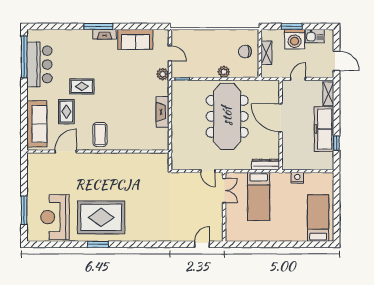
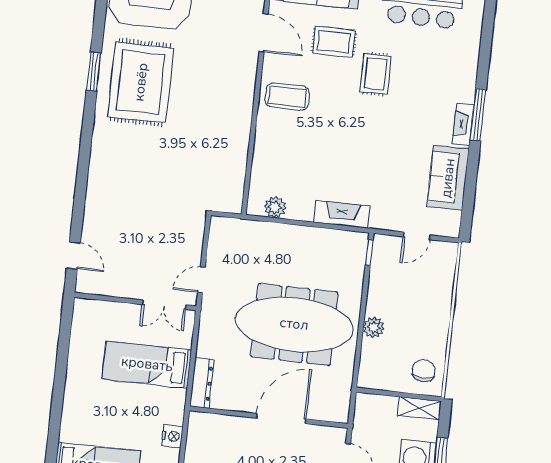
chair: (245, 52) -> (423, 371), moved
shelving: (266, 53) -> (419, 408), moved
plant: (163, 74) -> (275, 207), moved
fireplace: (162, 112) -> (342, 214), moved

